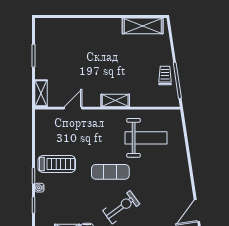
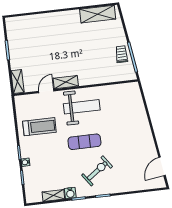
shelving: (115, 100) -> (66, 82), moved
weight bench: (146, 138) -> (82, 107), moved
treadmill: (57, 164) -> (39, 127), moved

